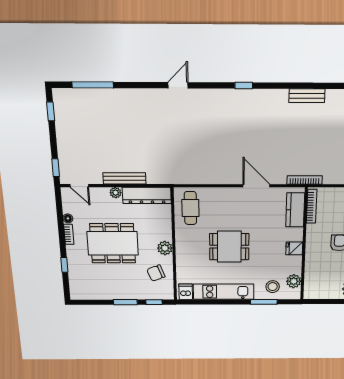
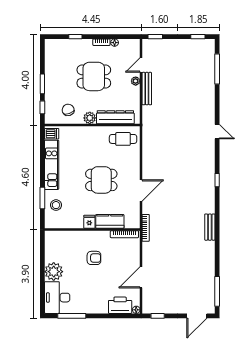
door: (79, 186) -> (141, 65), moved
dresser: (147, 195) -> (115, 117), moved, turned 90
kitchen counter: (295, 210) -> (110, 221), moved
dining table: (113, 243) -> (94, 76), width x0.73
dining table: (229, 247) -> (101, 180), moved, turned 90
plant: (294, 281) -> (61, 222), removed

